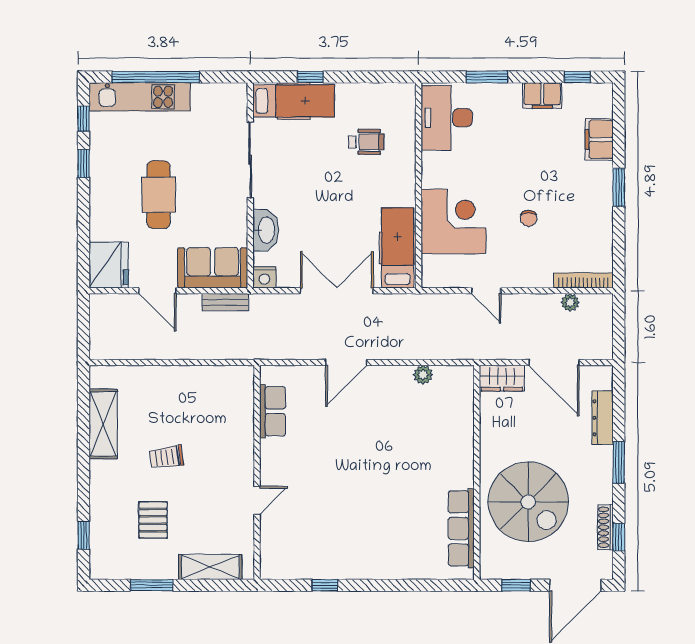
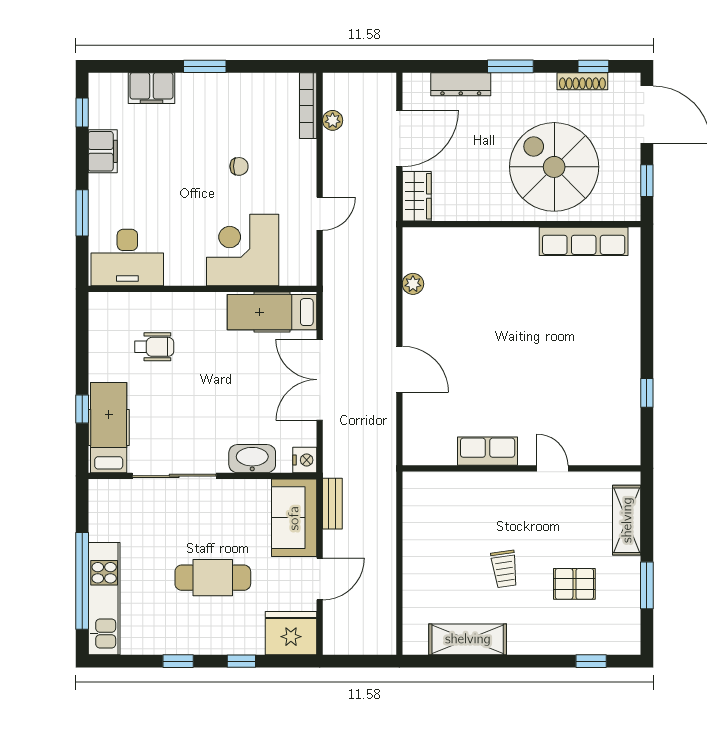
window: (84, 119) -> (241, 661), moved
wheelchair: (366, 142) -> (154, 347), turned 90
row of seats: (273, 411) -> (488, 451), moved
spiral stairs: (528, 502) -> (554, 167), turned -90

